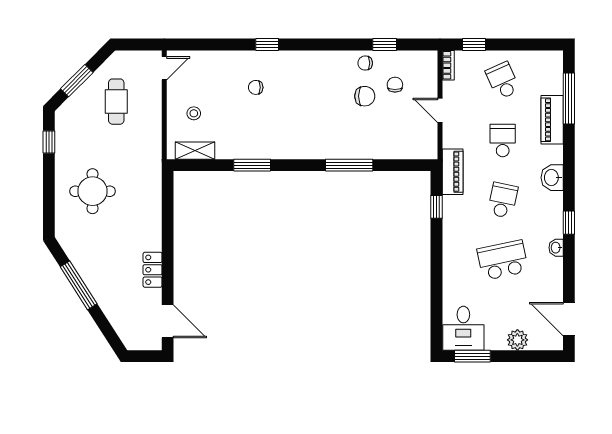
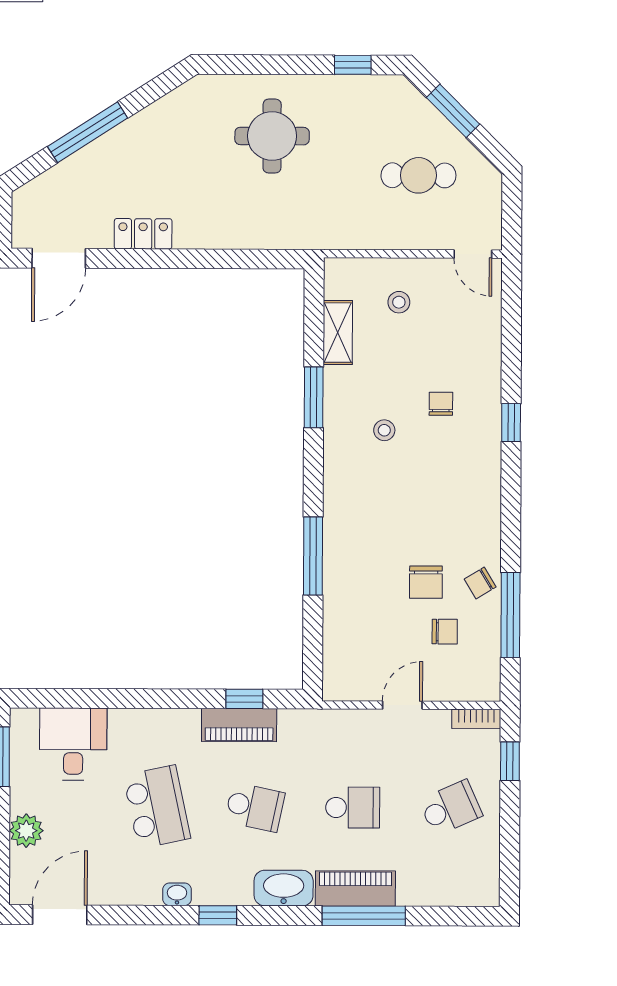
window: (385, 44) -> (510, 615), width x2.17
chair: (365, 63) -> (480, 583), turned -121
window: (569, 99) -> (364, 916), moved
piano: (552, 120) -> (355, 888), moved
stool: (272, 122) -> (384, 430), added
shelving: (195, 151) -> (338, 333), moved
piano: (453, 172) -> (239, 725), moved
washbasin: (552, 178) -> (284, 888), width x1.38
window: (79, 285) -> (88, 132), moved
desk: (463, 328) -> (73, 744), moved, turned 90

